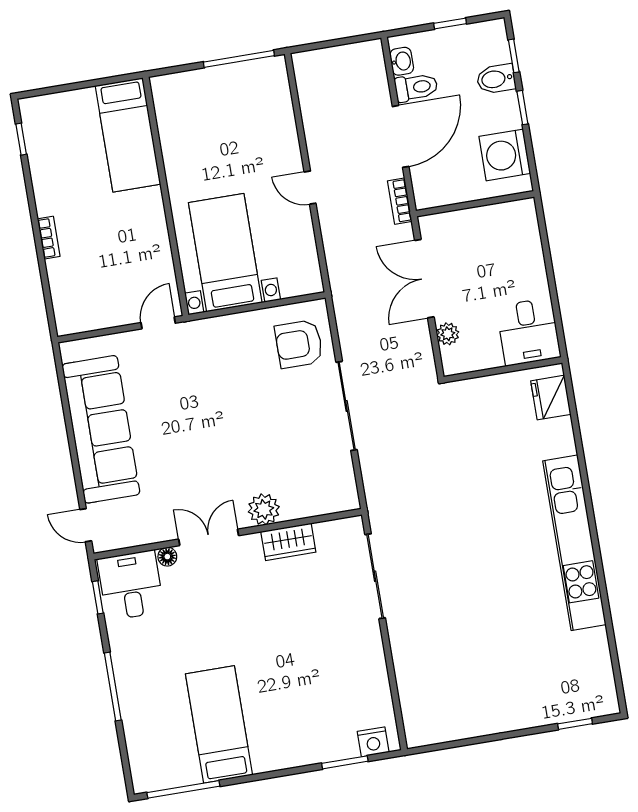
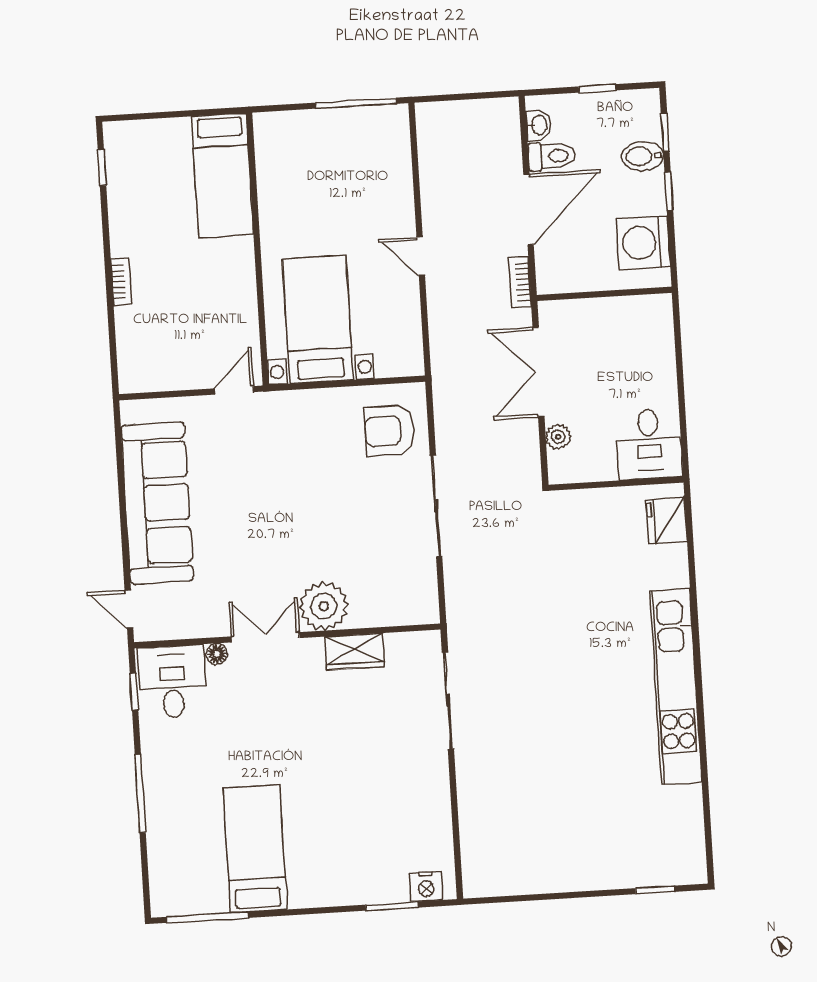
plant: (264, 509) -> (324, 606), width x1.36, depth x1.36

